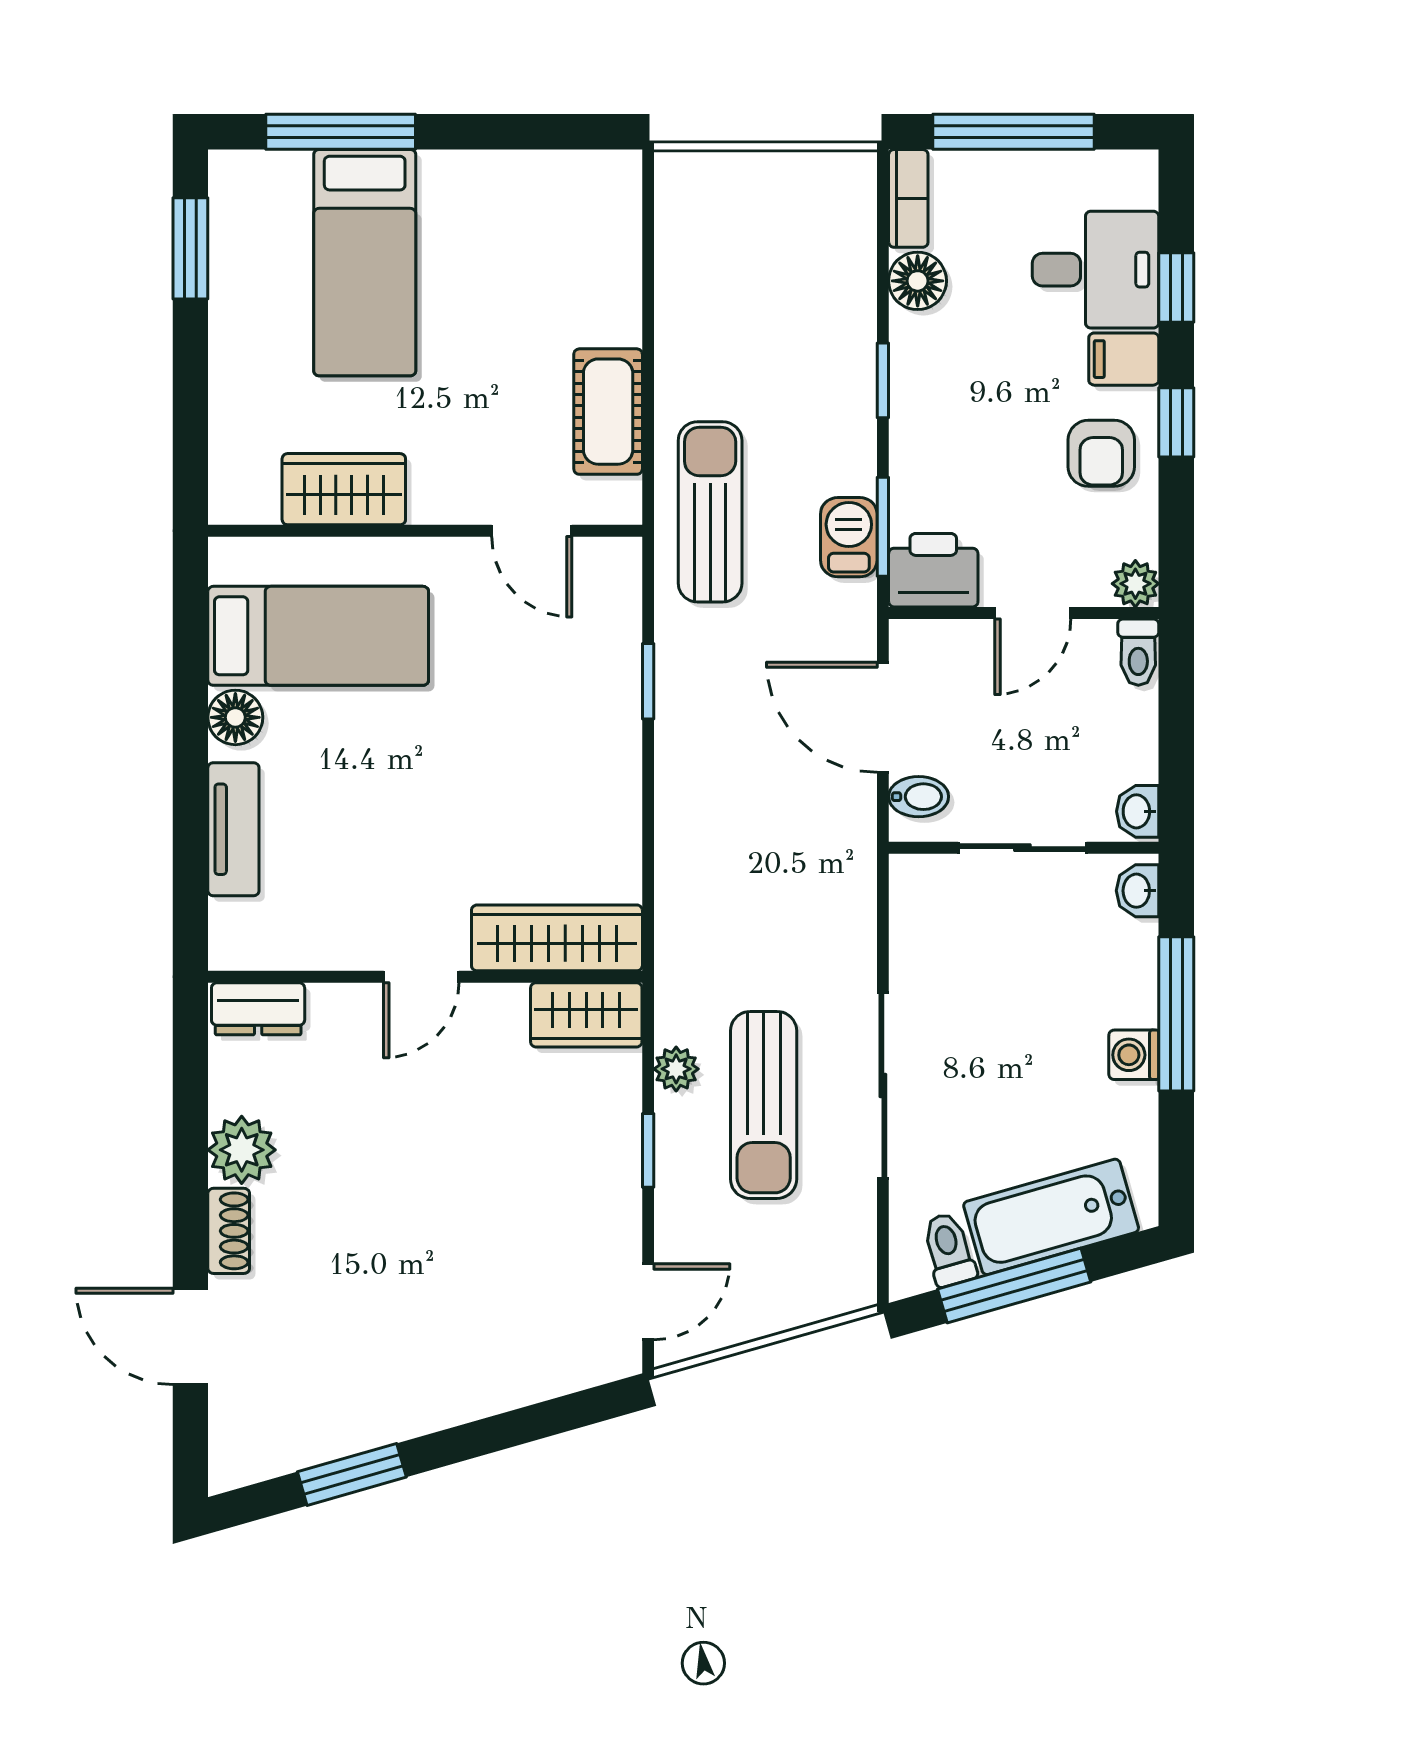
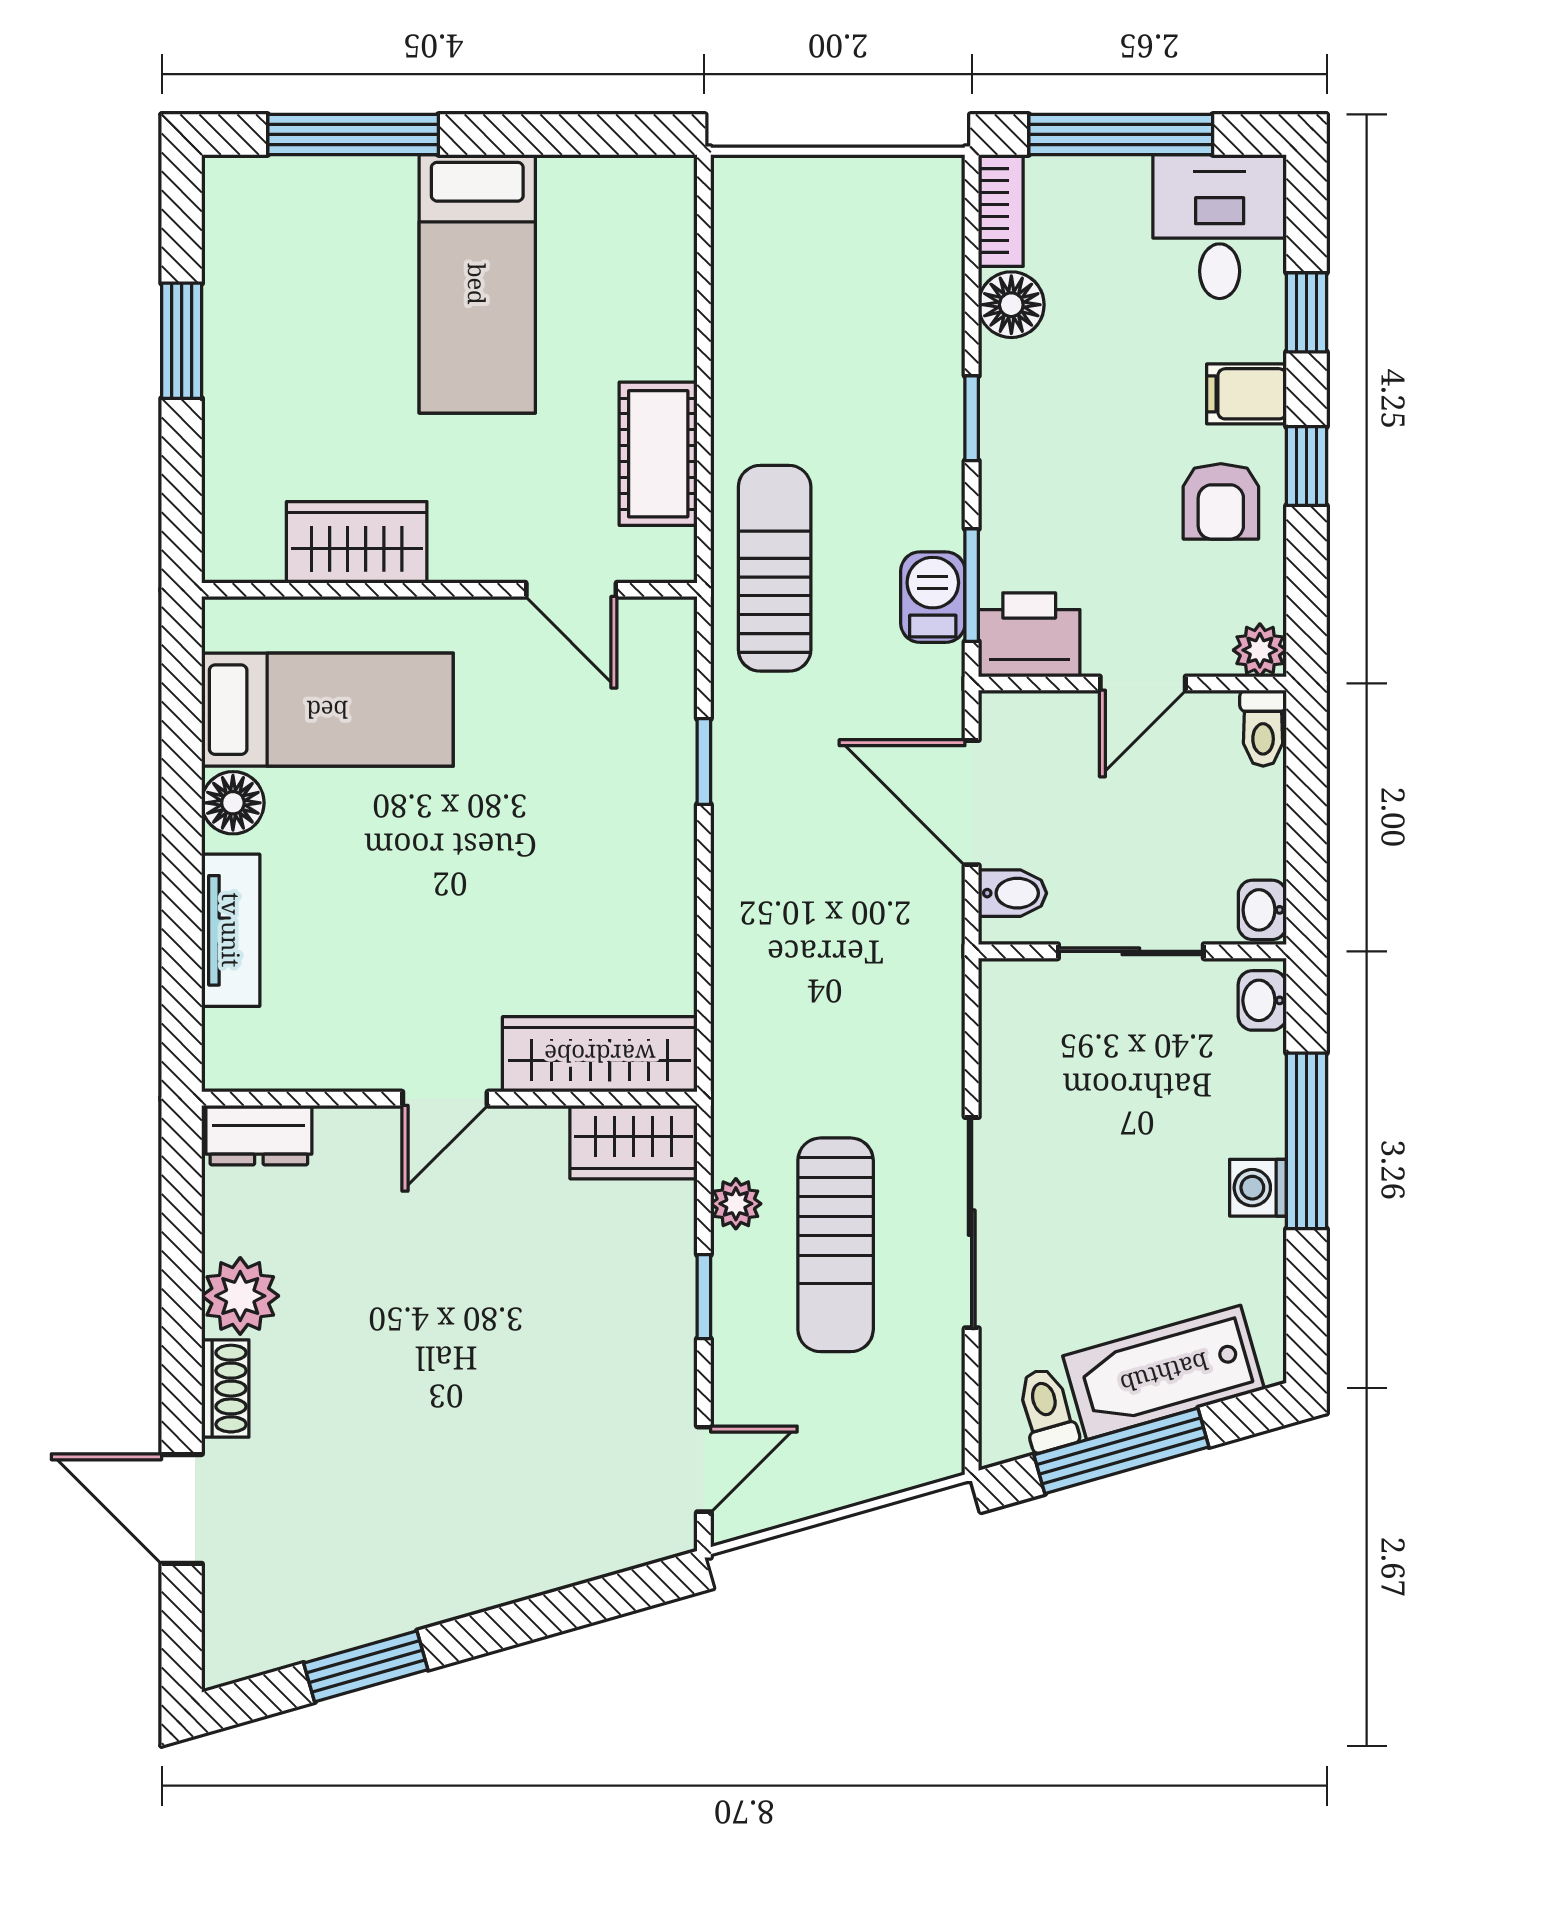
window: (190, 248) -> (182, 341), moved
bed: (365, 263) -> (477, 284), moved
desk: (1096, 270) -> (1220, 227), moved, turned -90

